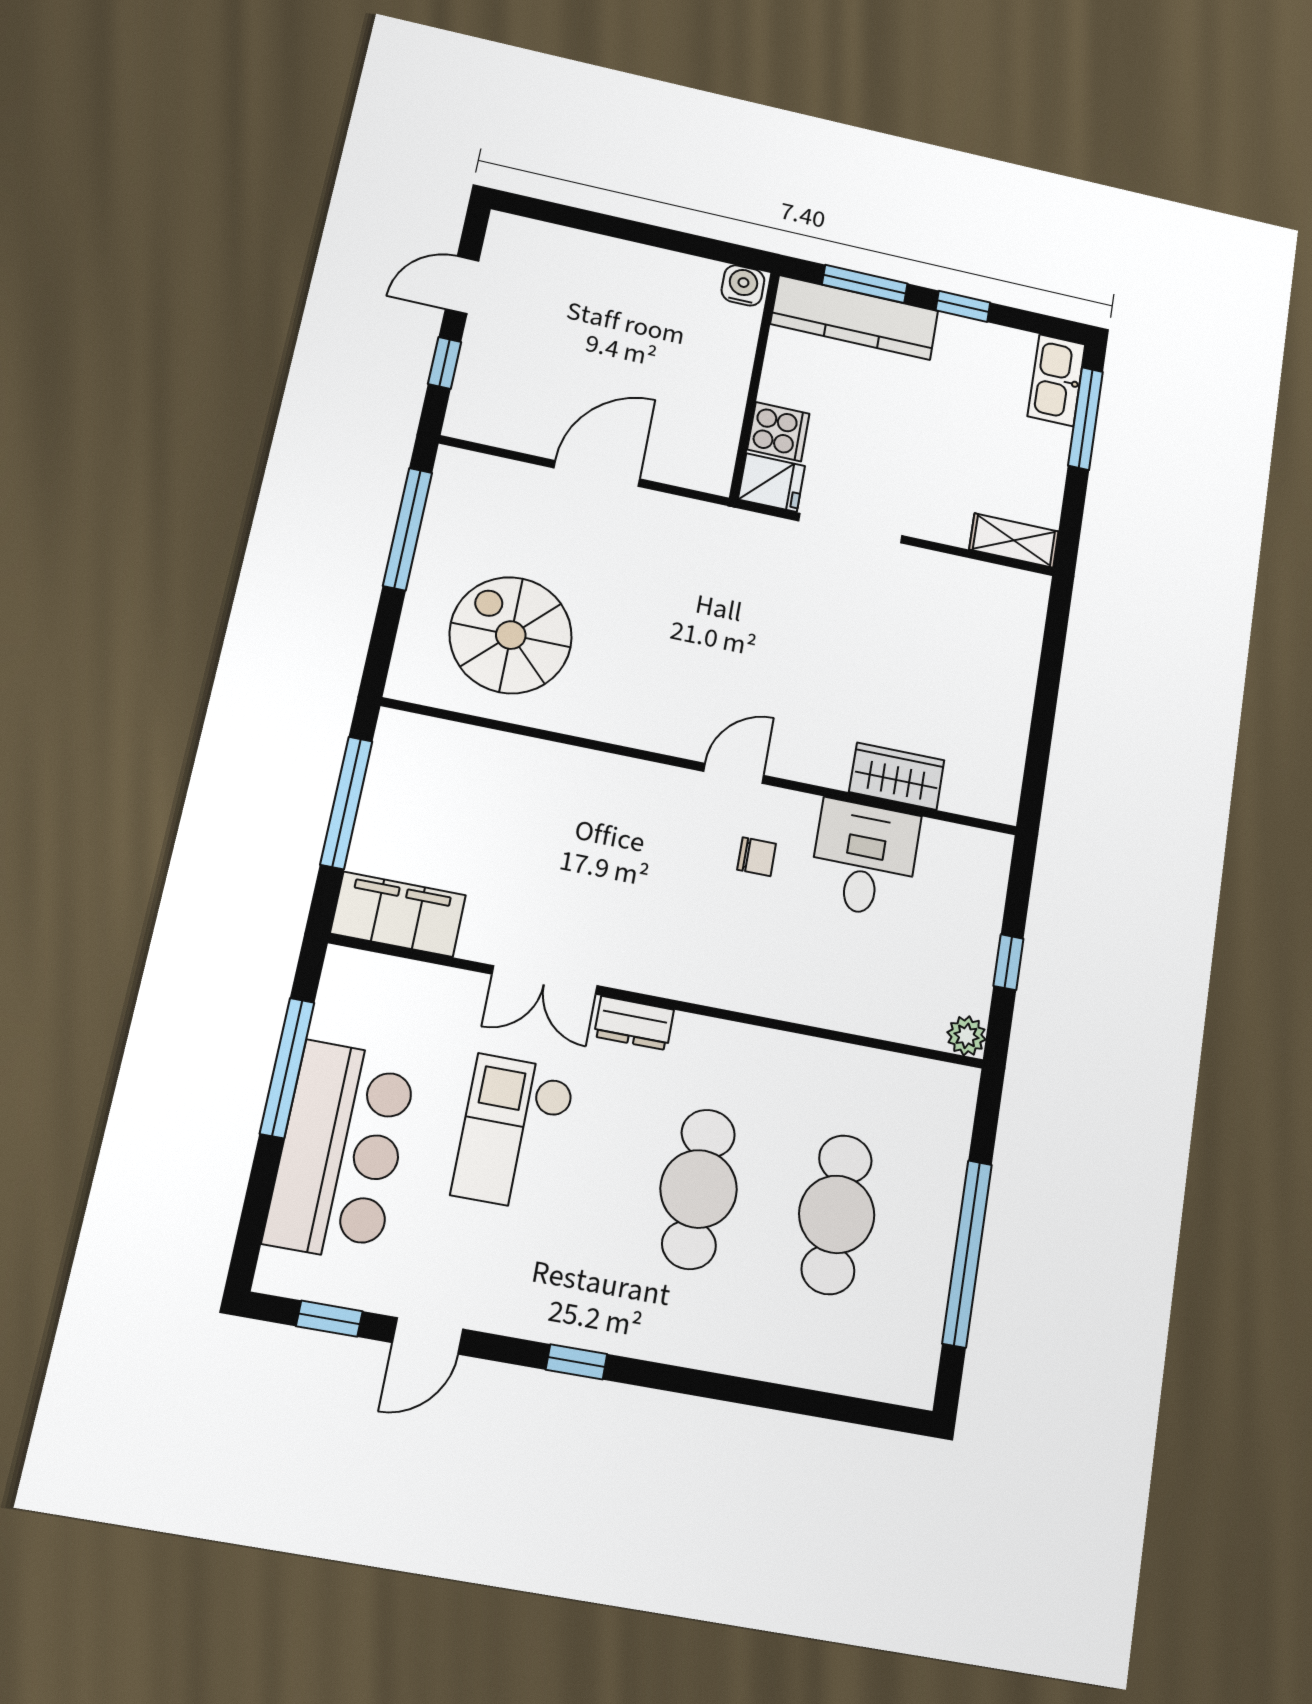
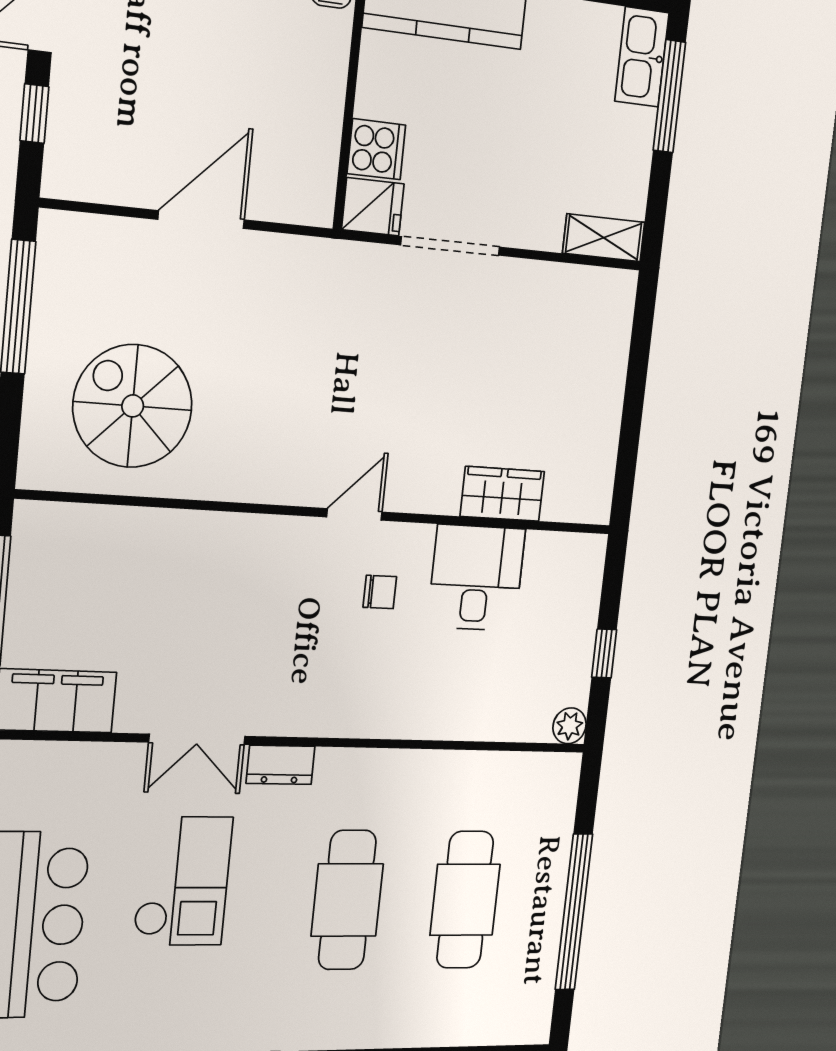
checkout: (514, 1133) -> (183, 881), turned 180

